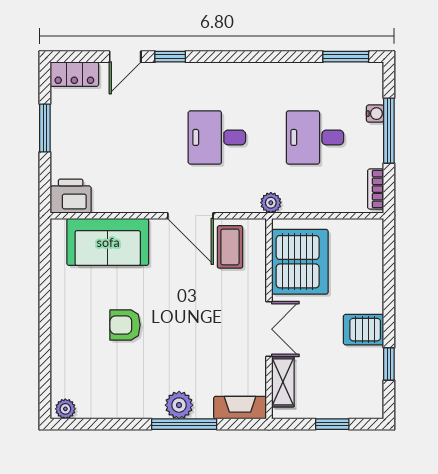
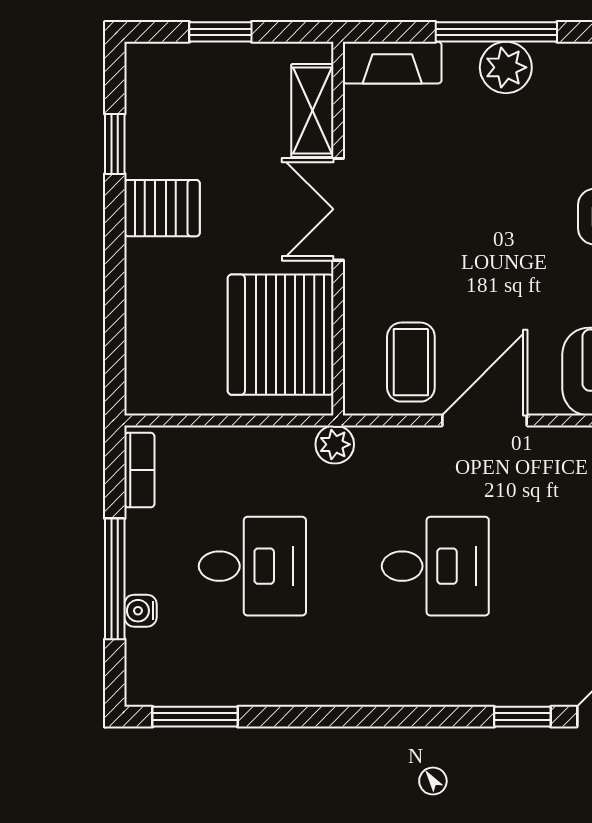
door: (190, 216) -> (485, 420), hinge flipped

